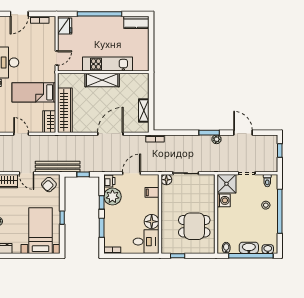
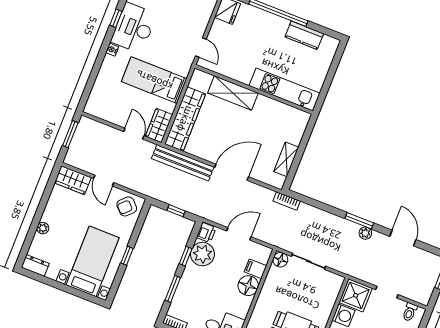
kitchen counter: (136, 22) -> (304, 35), moved
door: (57, 58) -> (201, 48), hinge flipped
kitchen unit: (107, 64) -> (285, 89), moved
shelving: (102, 80) -> (233, 93), moved
door: (21, 134) -> (134, 134), moved
bench: (58, 167) -> (183, 163), moved
floor lamp: (152, 222) -> (248, 286), moved

